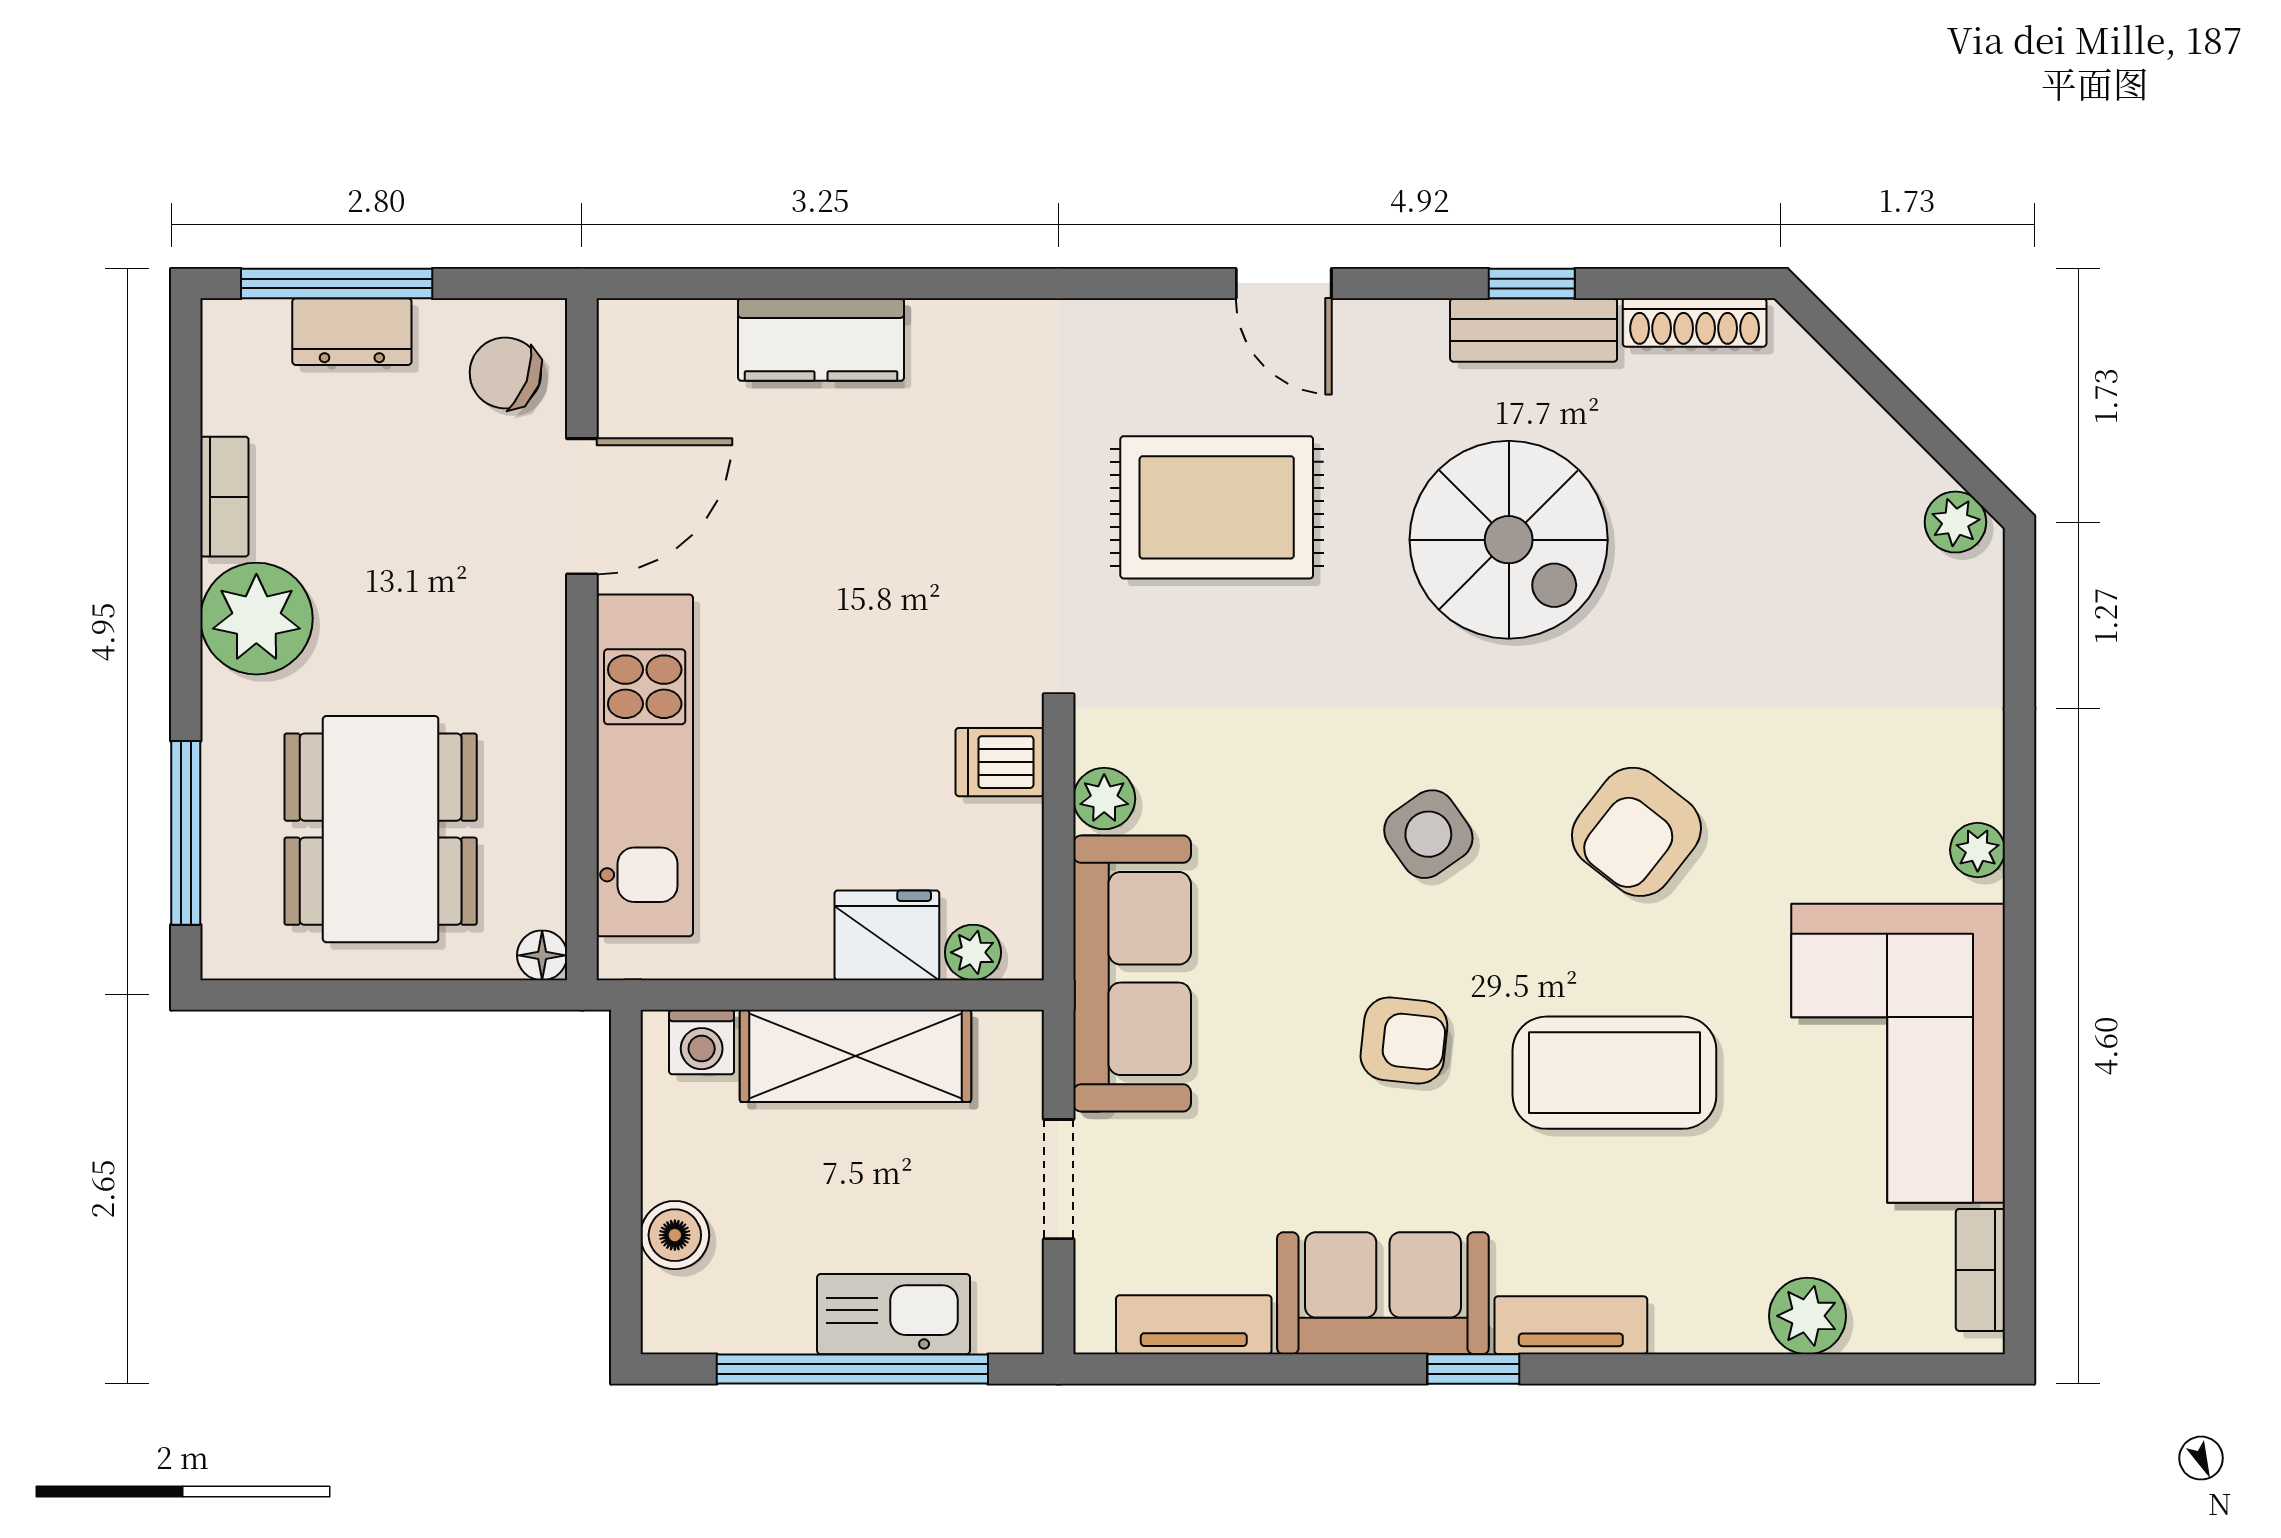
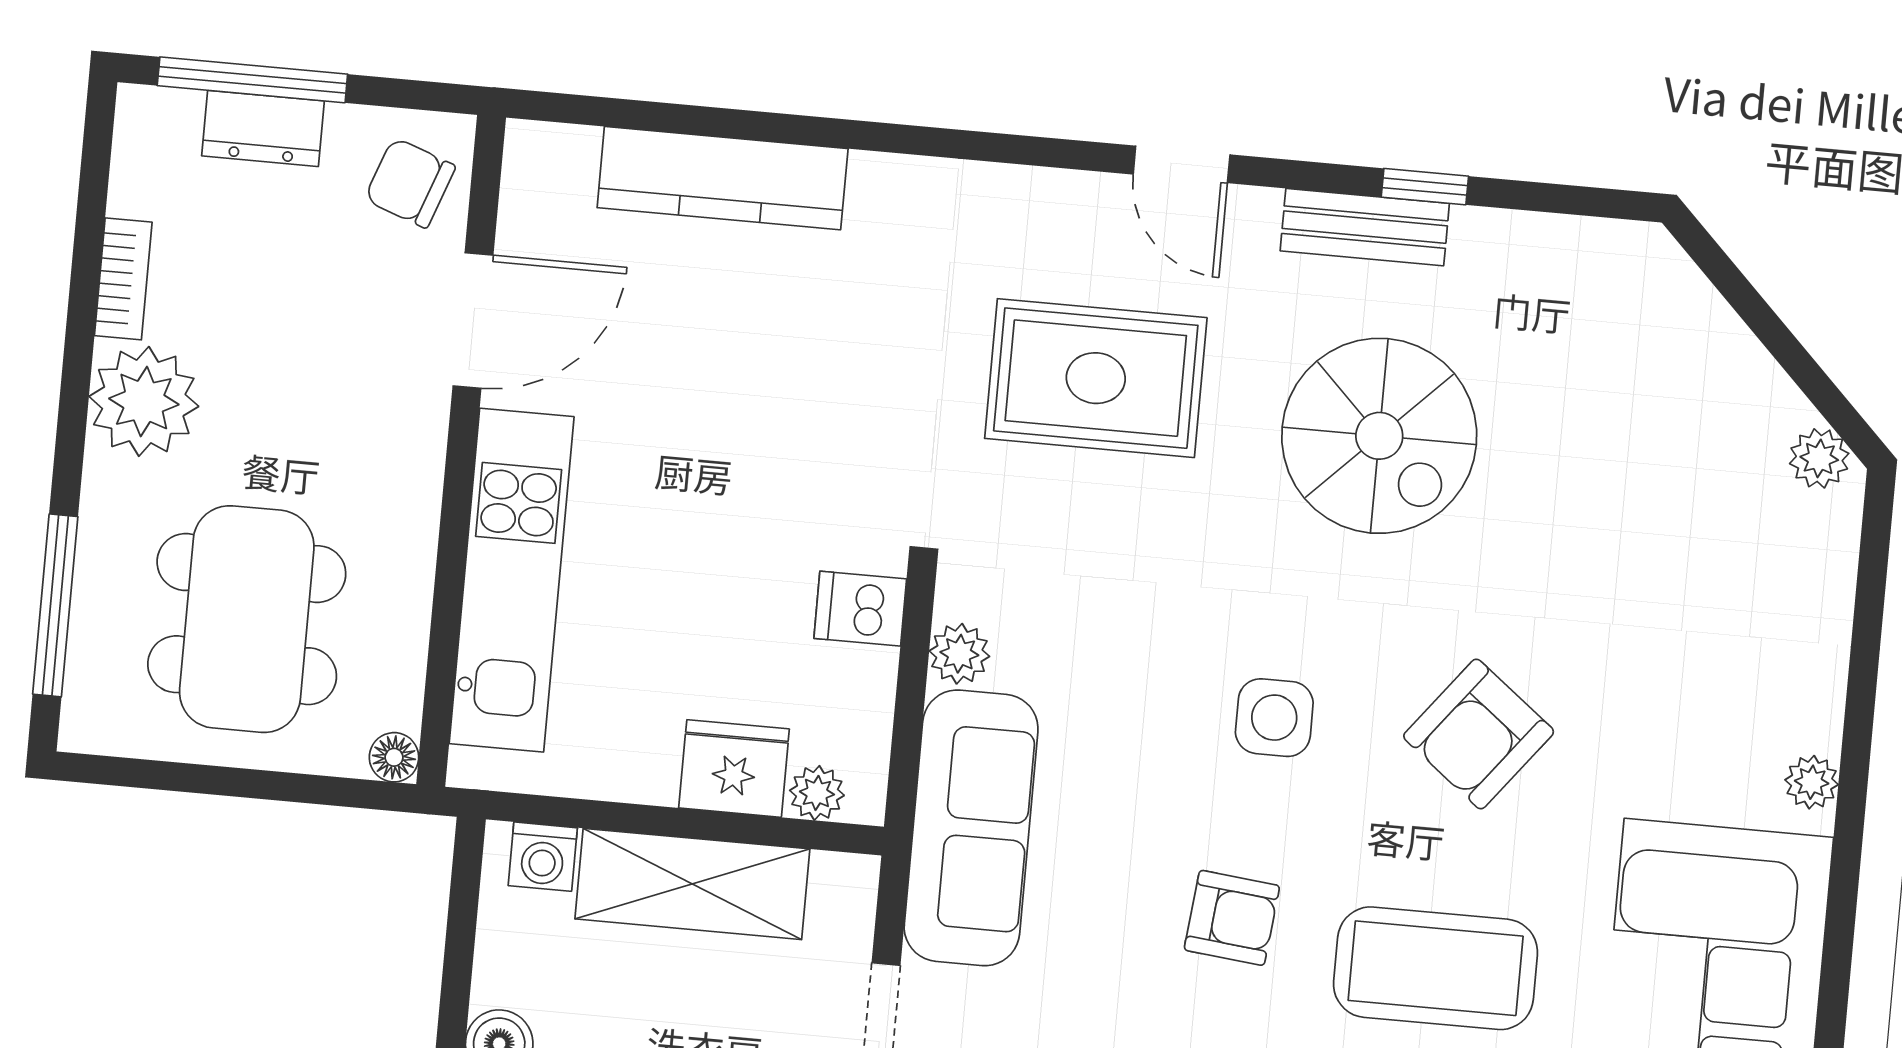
shoe rack: (1695, 323) -> (1581, 239), removed
bench: (1534, 330) -> (1365, 227), moved
kitchen counter: (821, 340) -> (723, 178), width x1.50
side table: (1428, 834) -> (1274, 718), turned 35

